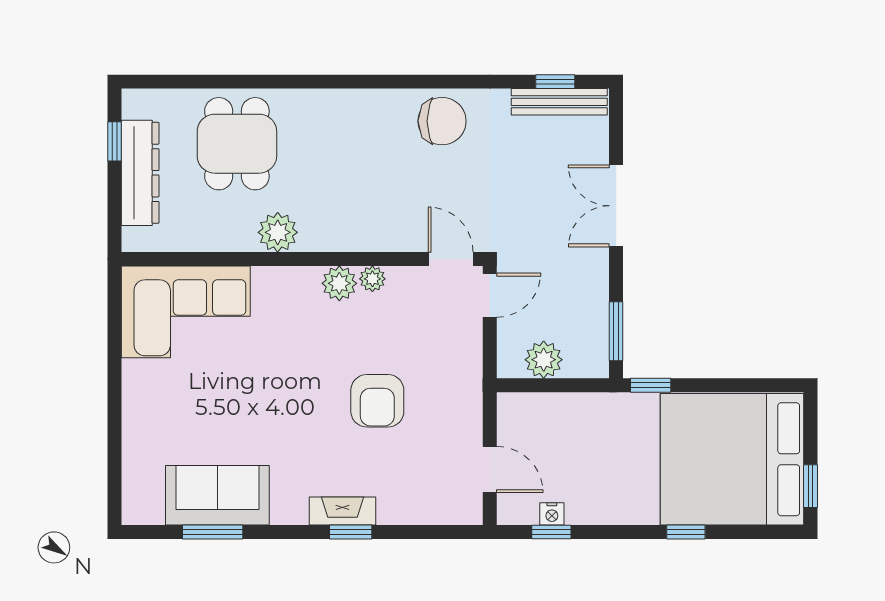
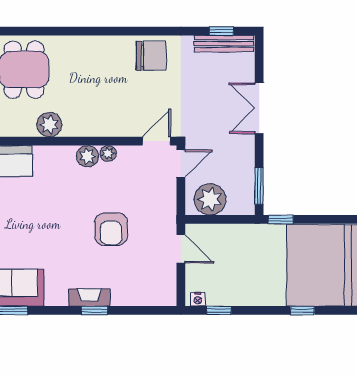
door: (451, 259) -> (156, 141), hinge flipped
plant: (544, 360) -> (210, 199), width x1.36, depth x1.36
door: (490, 469) -> (181, 249), moved
nightstand: (552, 514) -> (198, 299), moved

